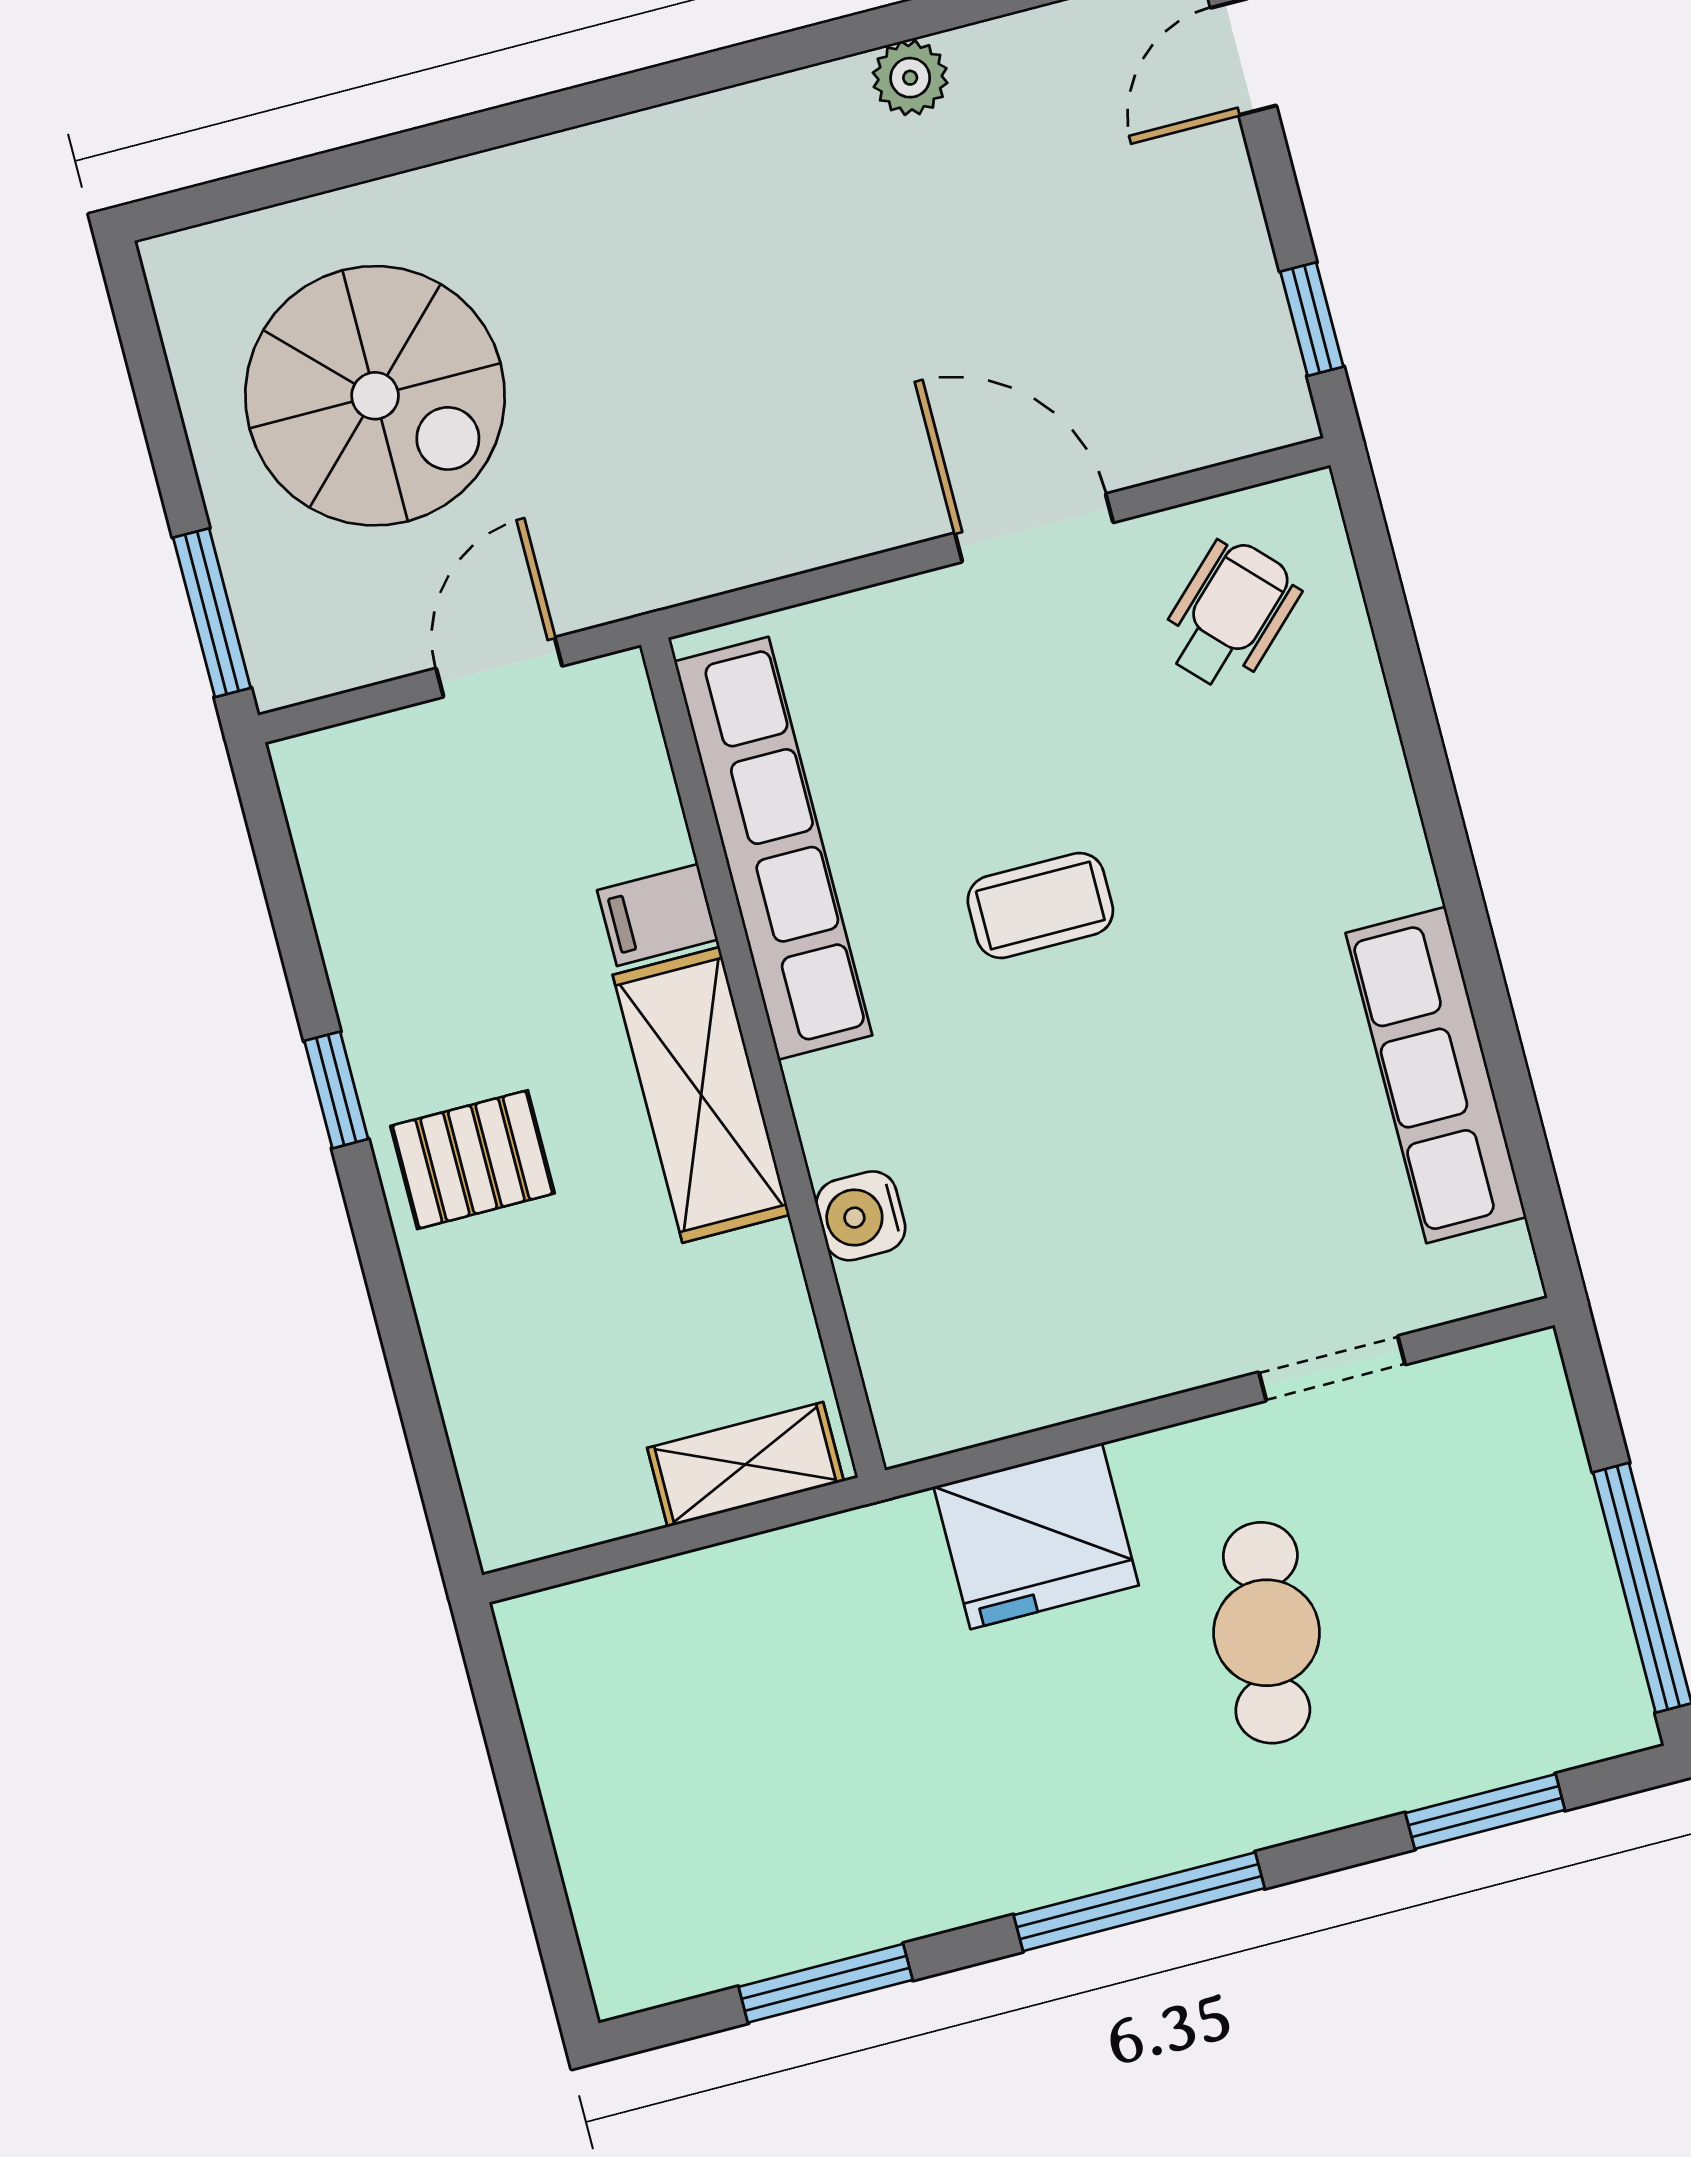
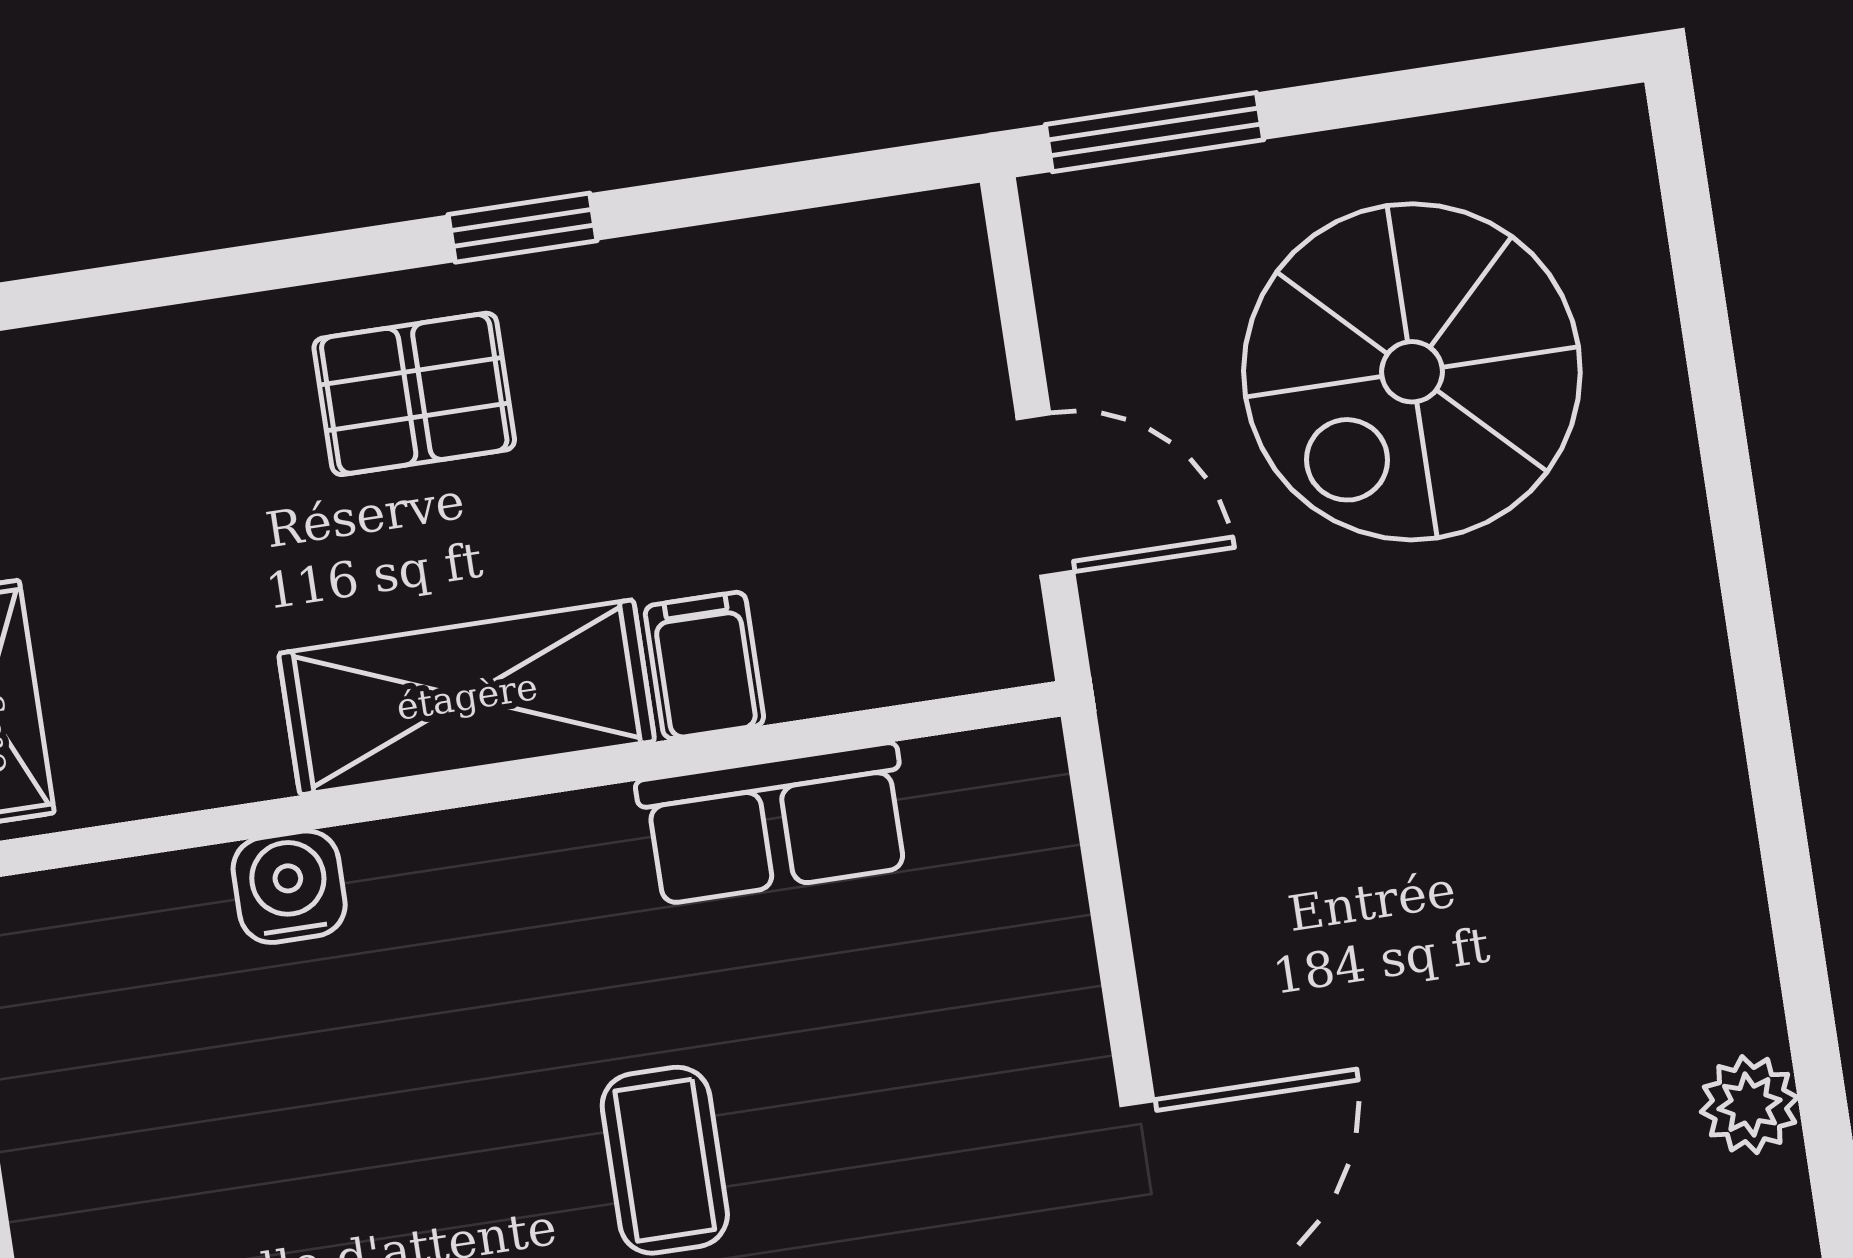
row of seats: (773, 848) -> (775, 824), width x0.50
pallet: (473, 1160) -> (414, 394), turned 90

